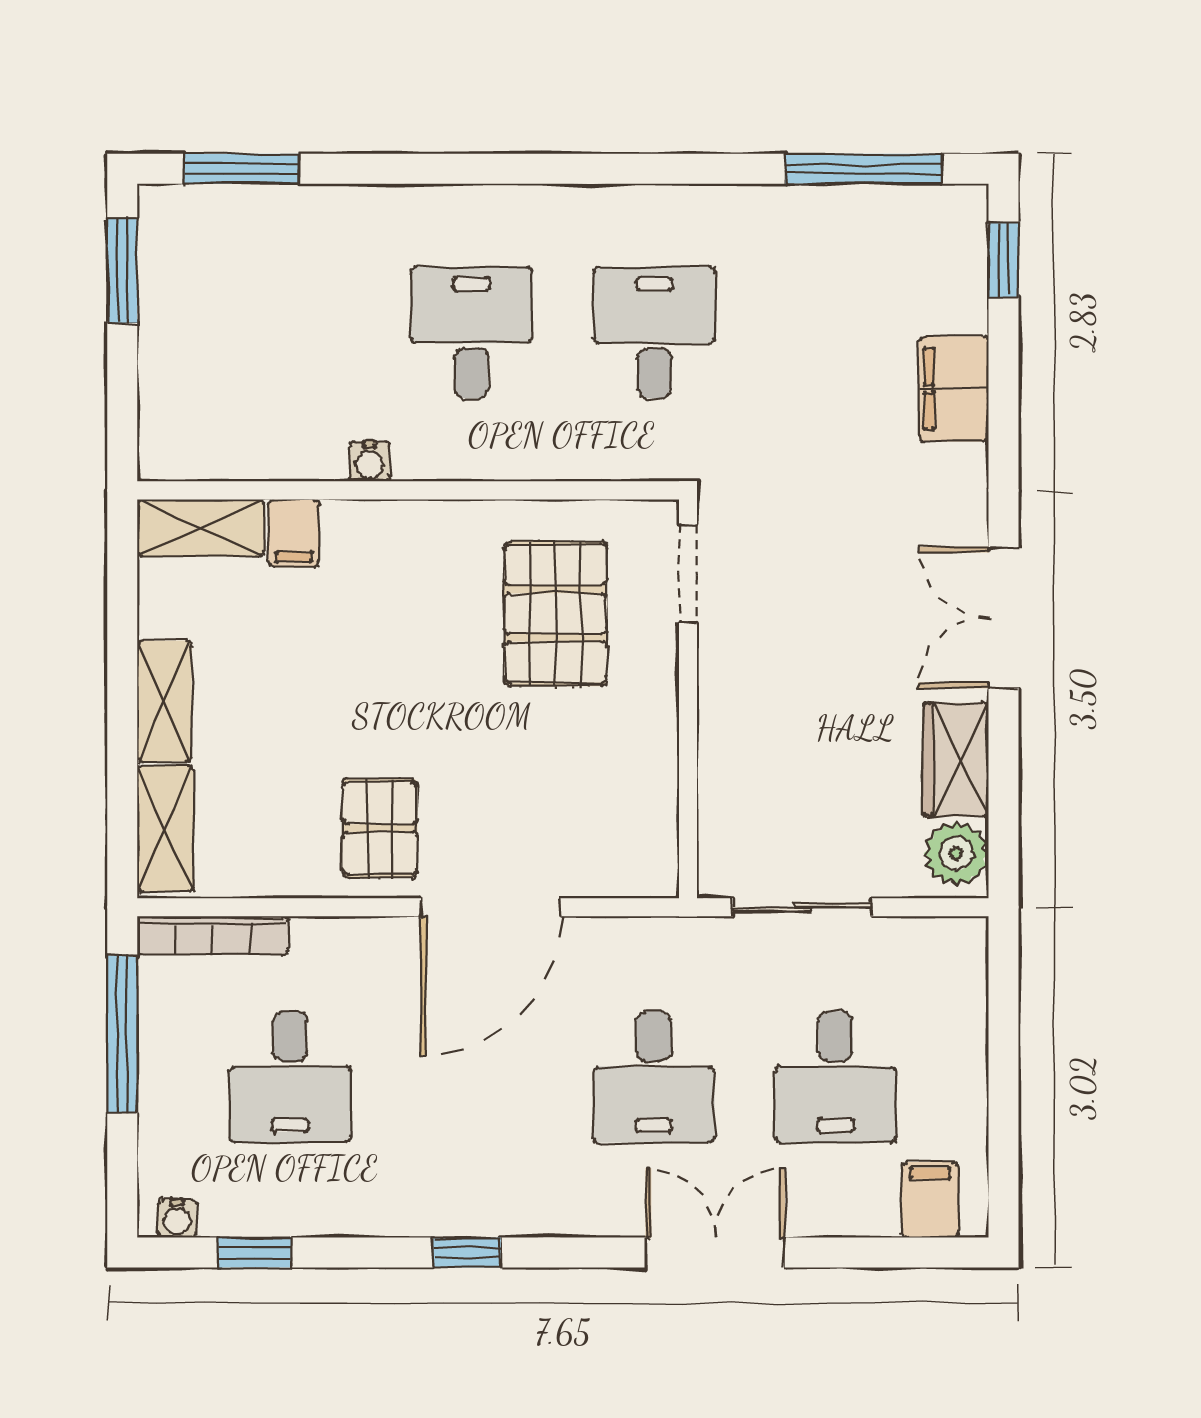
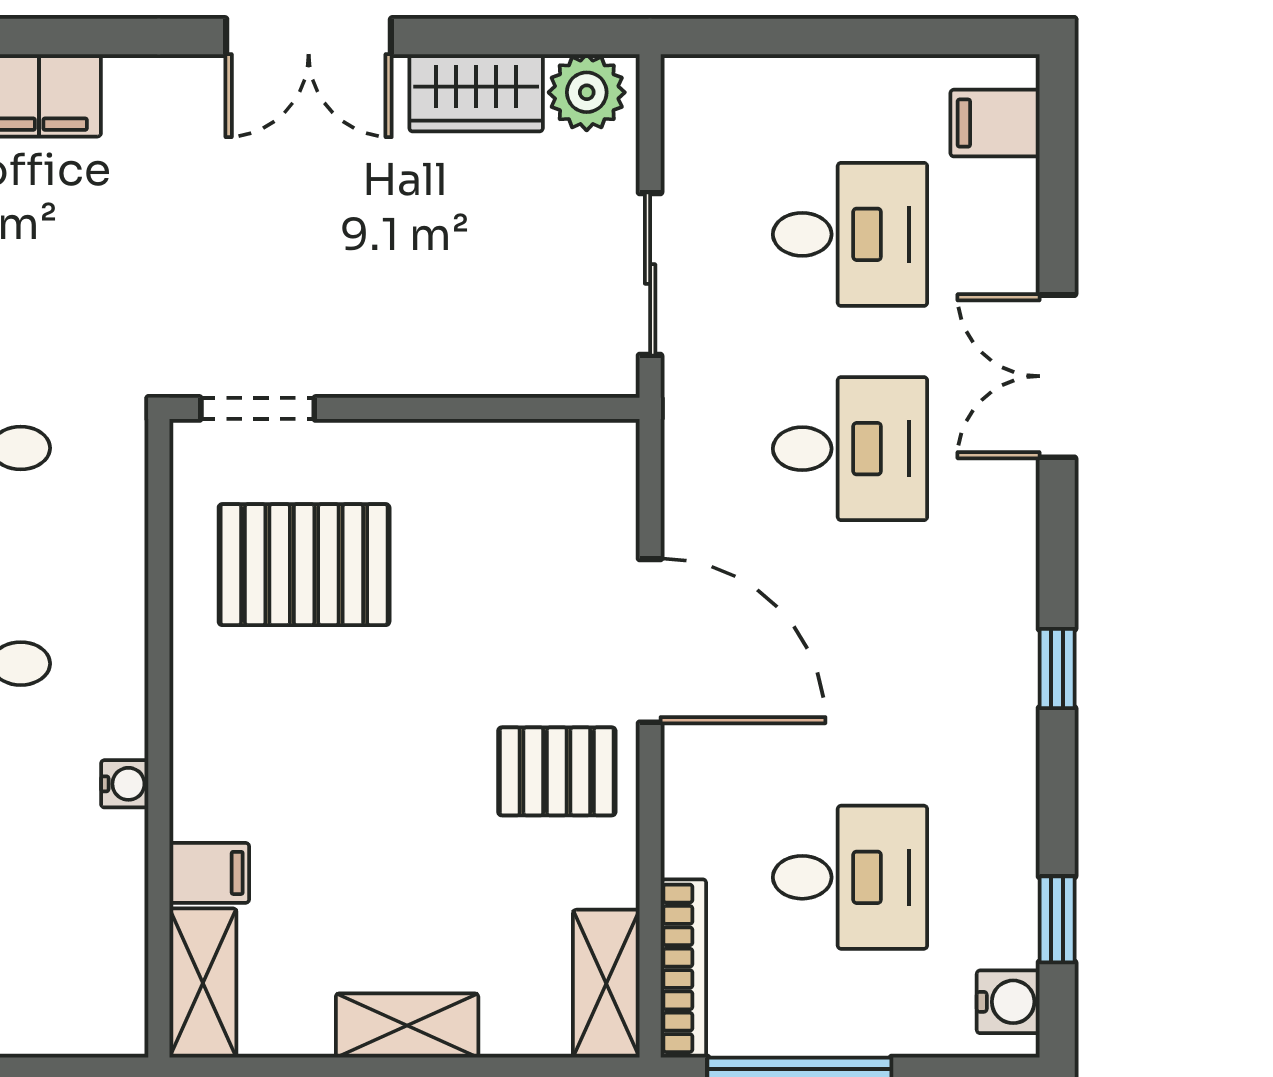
shelving: (165, 829) -> (606, 984), moved, turned 90
water cooler: (177, 1218) -> (1008, 1002), width x1.38, depth x1.38

